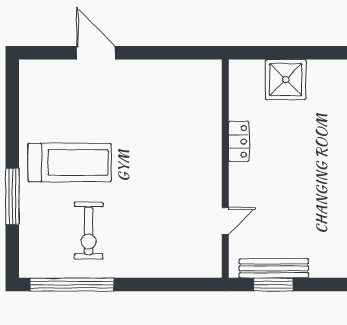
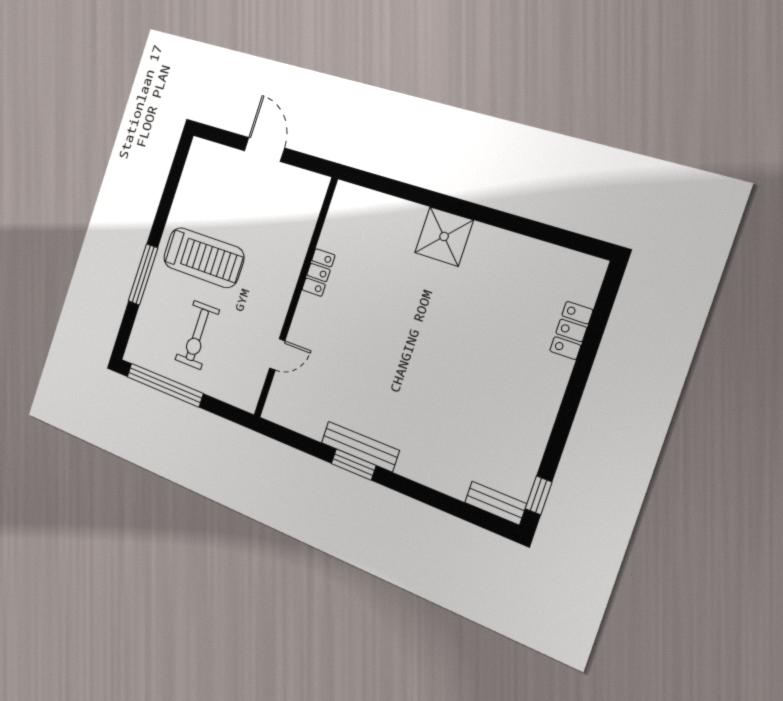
locker: (239, 141) -> (318, 273), moved
wall: (225, 169) -> (296, 298), moved
door: (225, 221) -> (277, 354), moved

